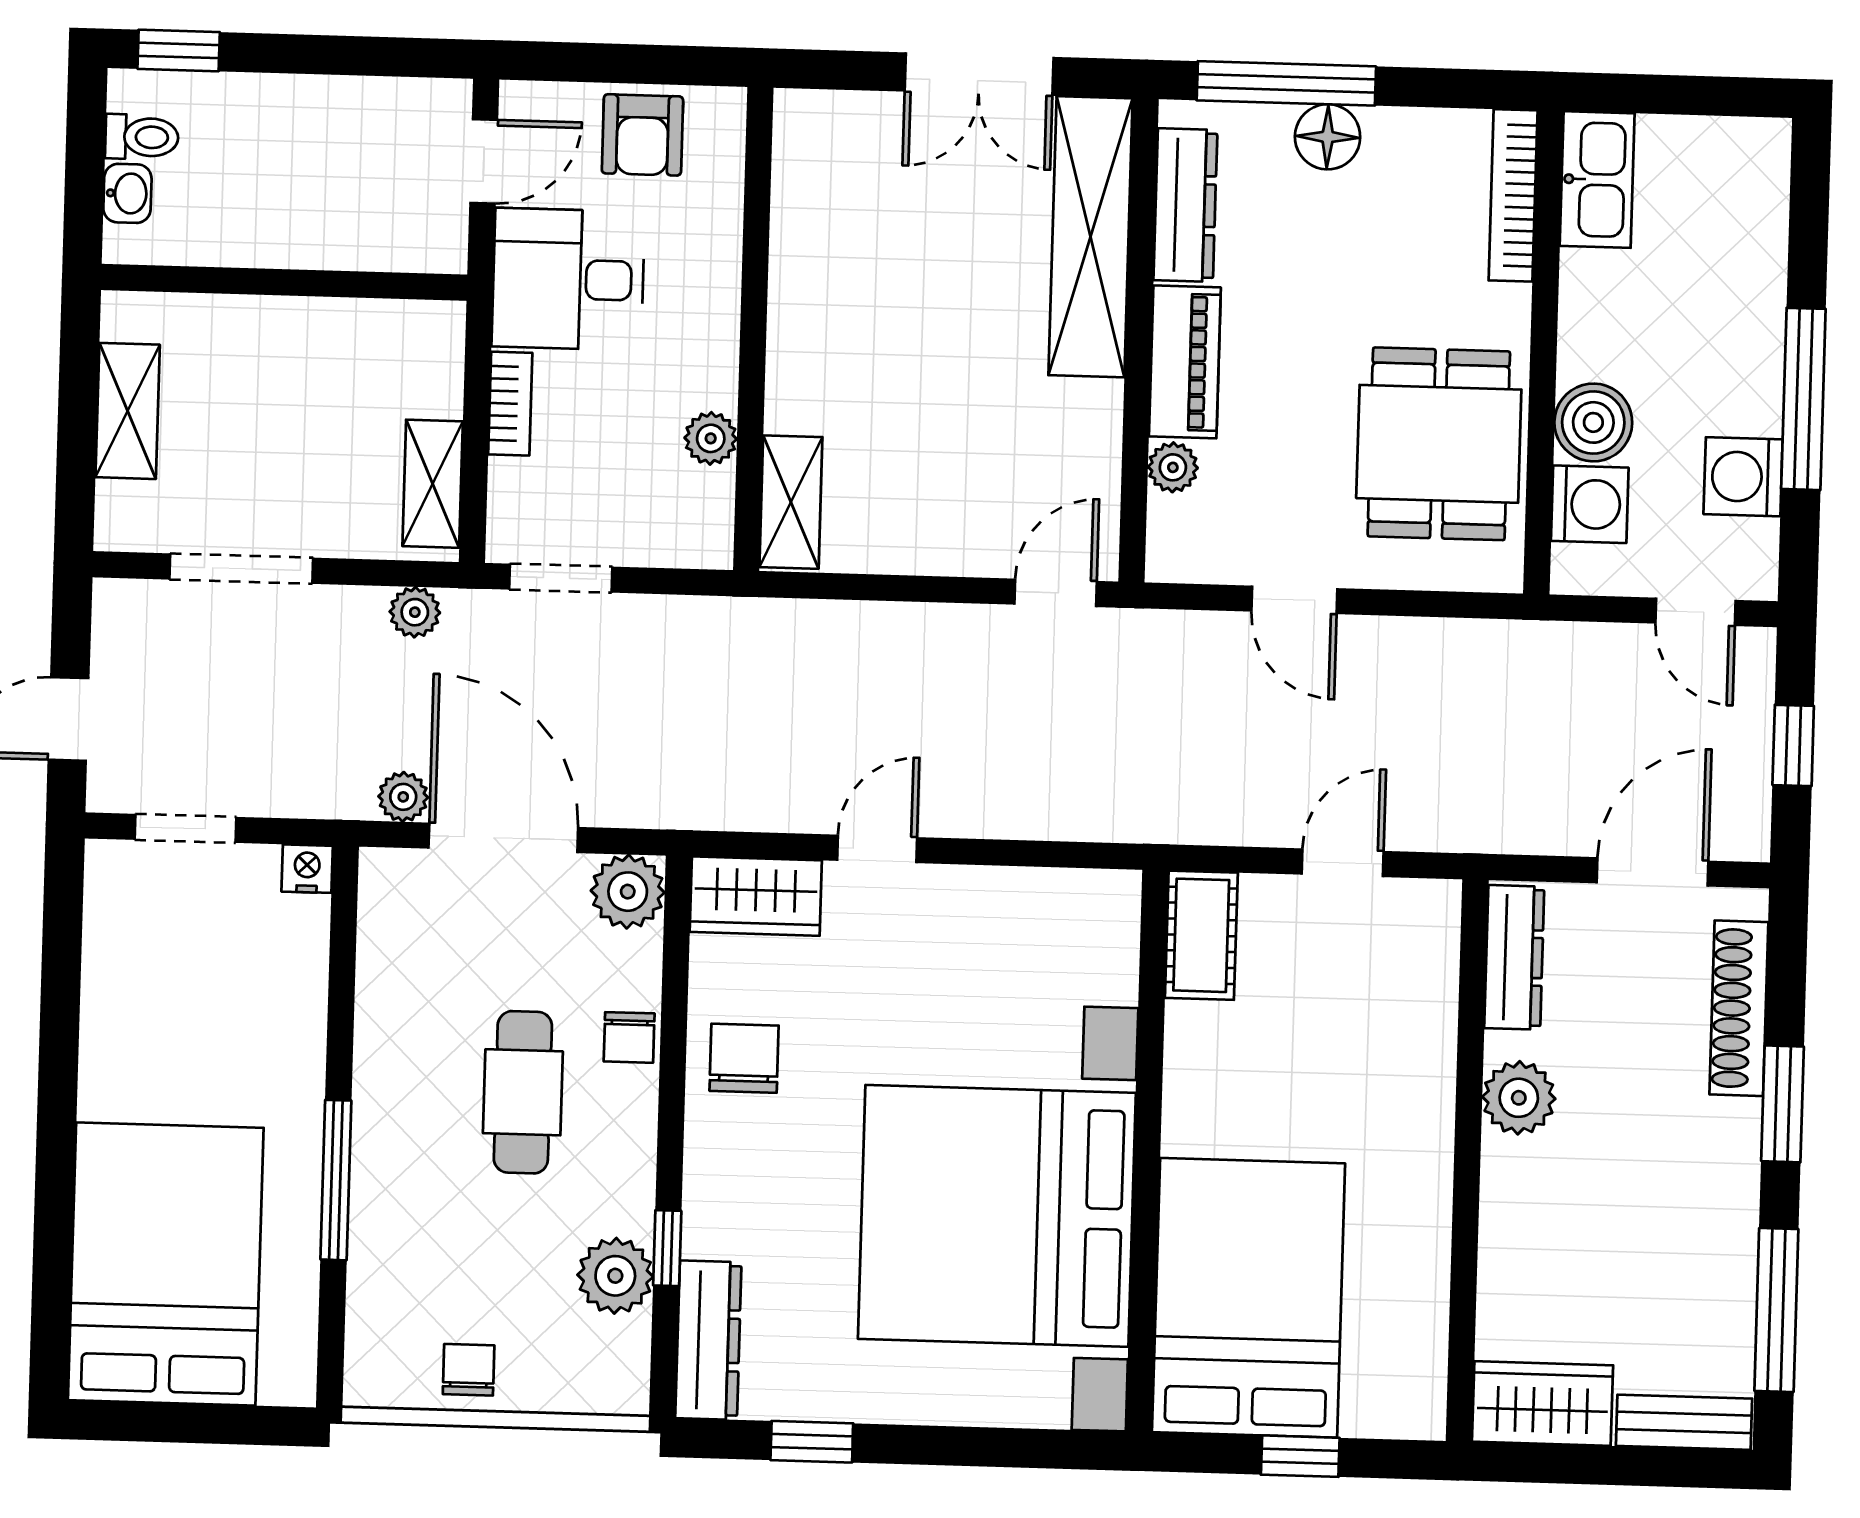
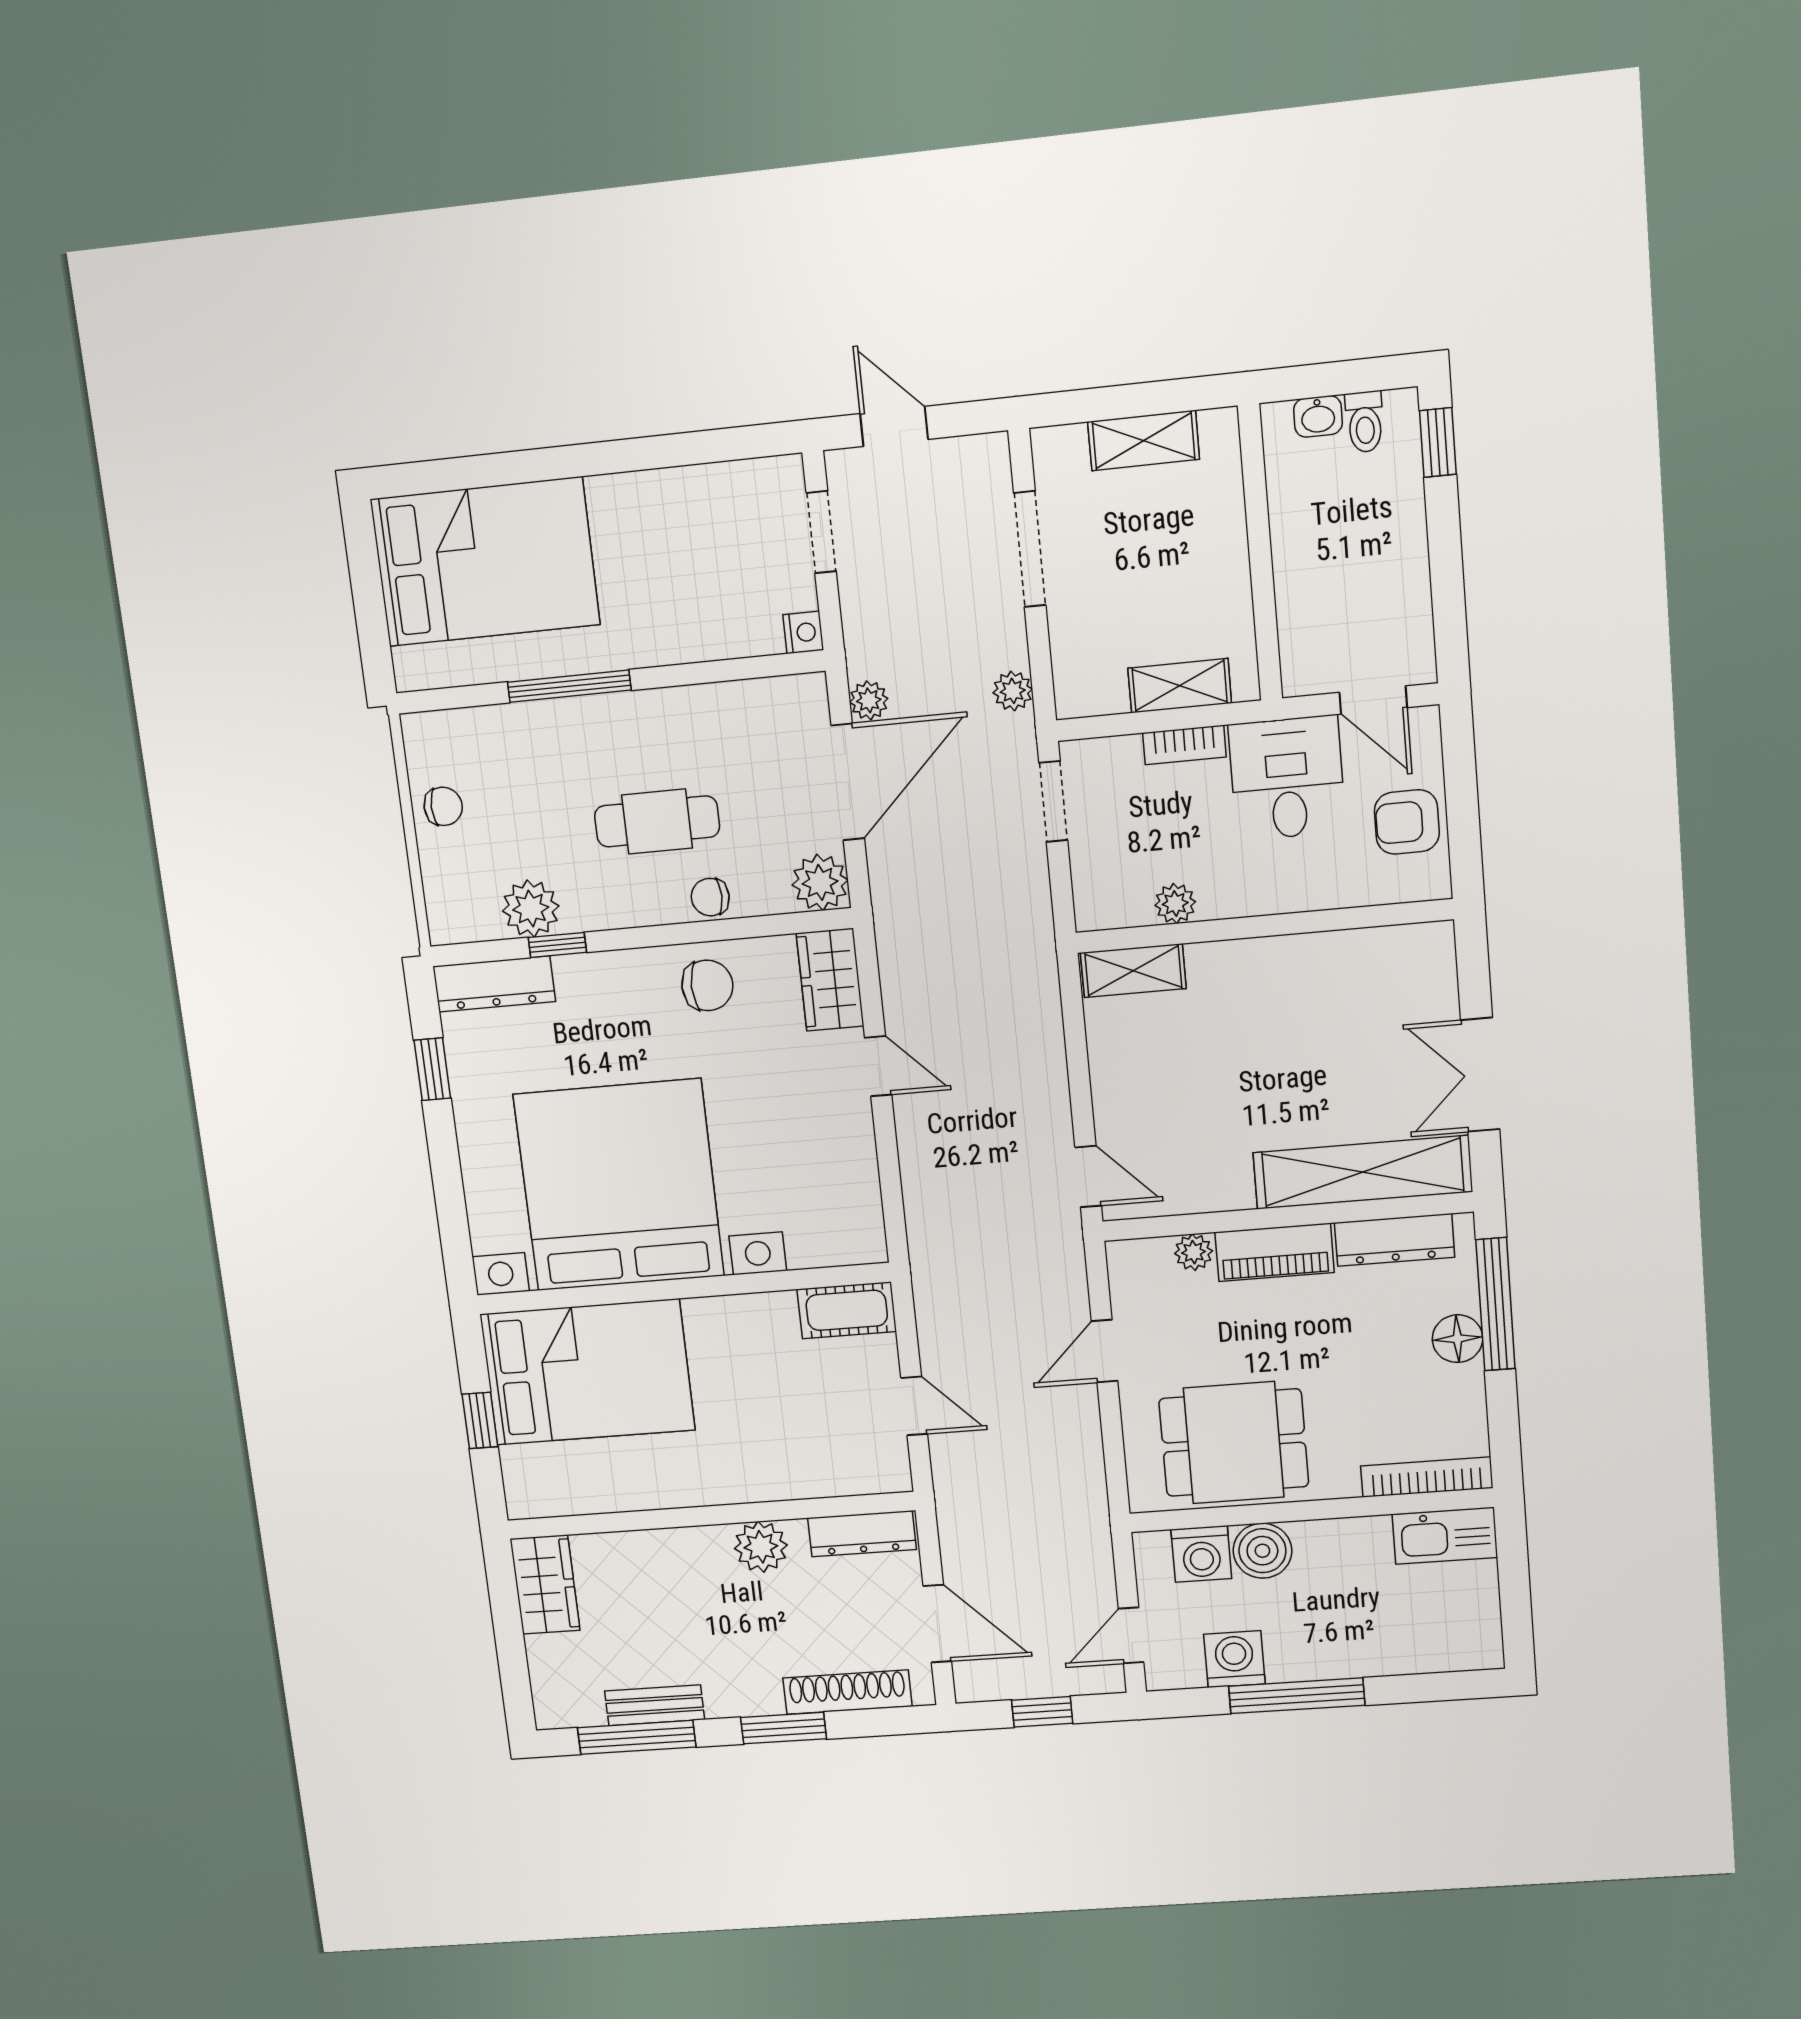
shelving: (433, 484) -> (1180, 686), moved
bench: (1684, 1422) -> (655, 1705), moved, turned 90

